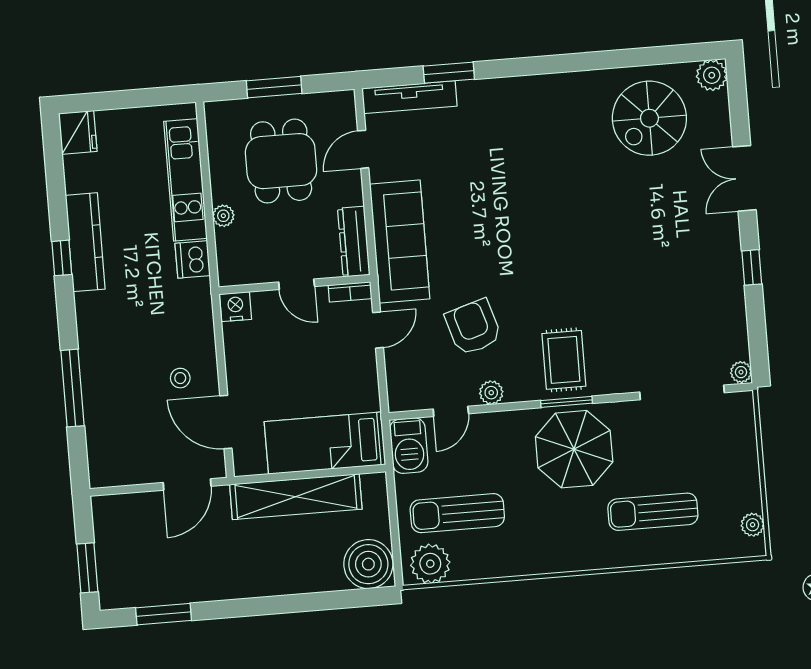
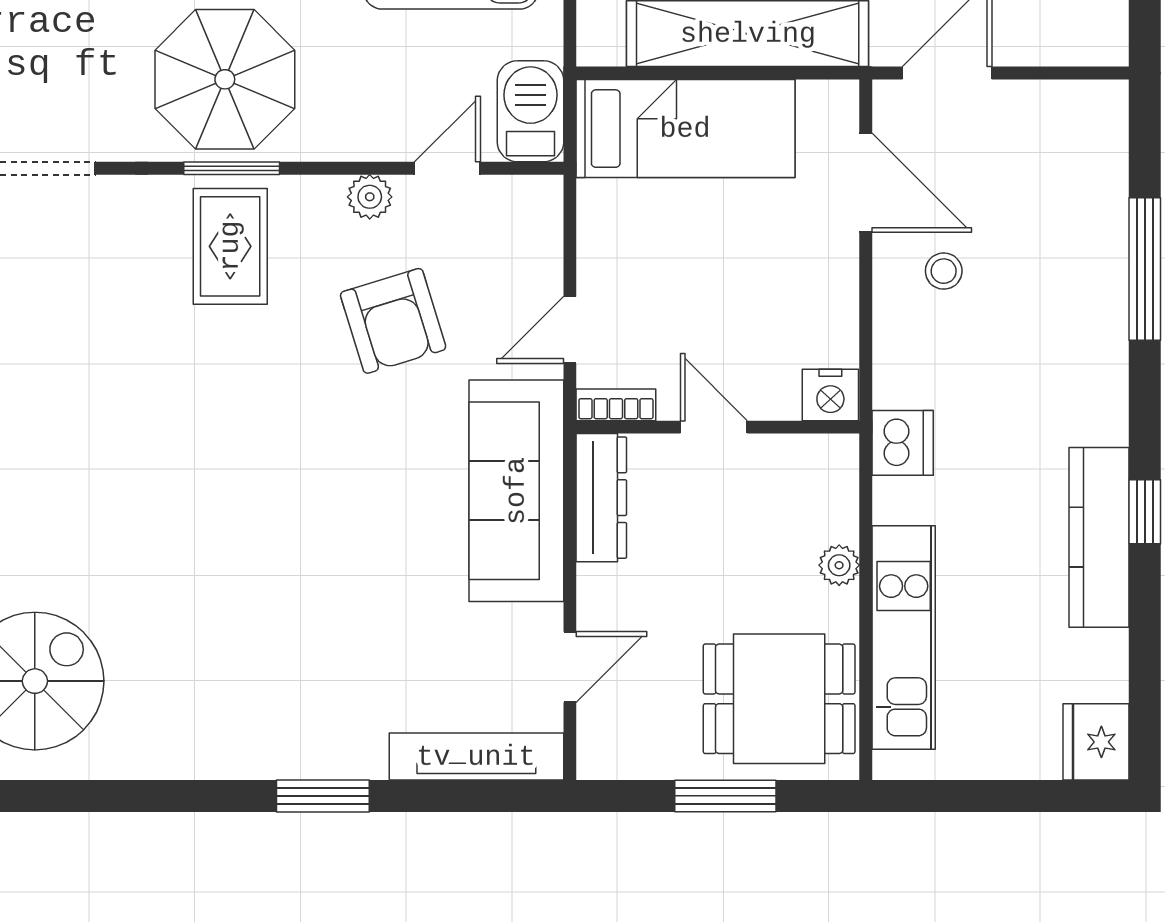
window: (449, 73) -> (323, 796), moved
dining table: (281, 161) -> (779, 699), moved, turned 90
dishwasher: (193, 259) -> (903, 443), moved

